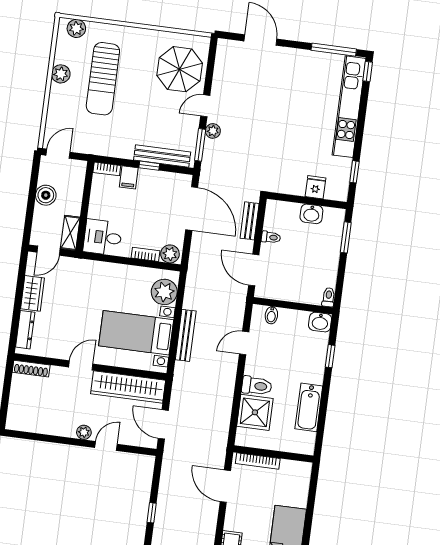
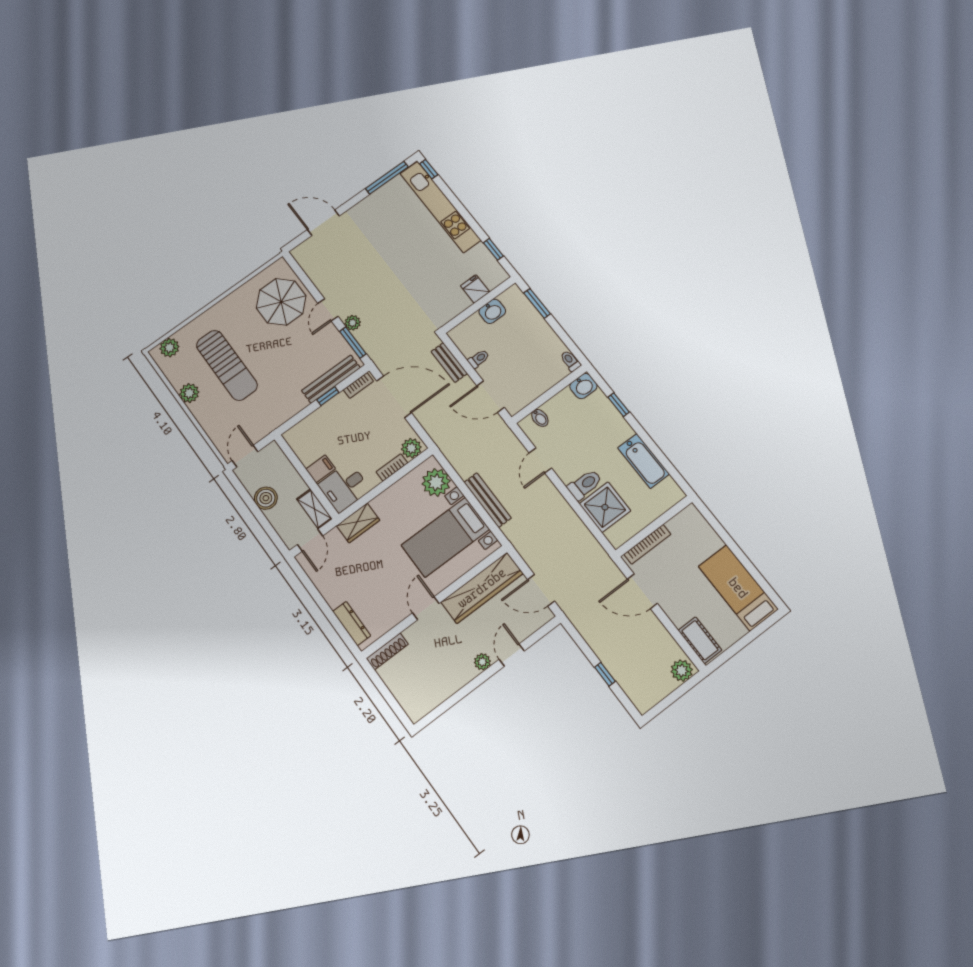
bookcase: (107, 169) -> (358, 385), moved
filing cabinet: (129, 177) -> (321, 469), moved, turned -90
wardrobe: (33, 293) -> (358, 523), moved, turned 90

